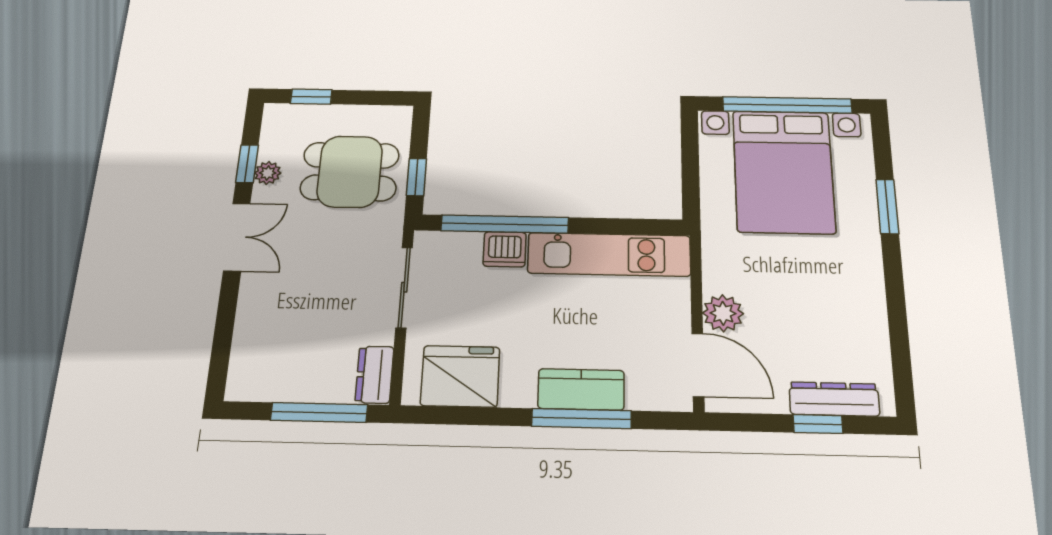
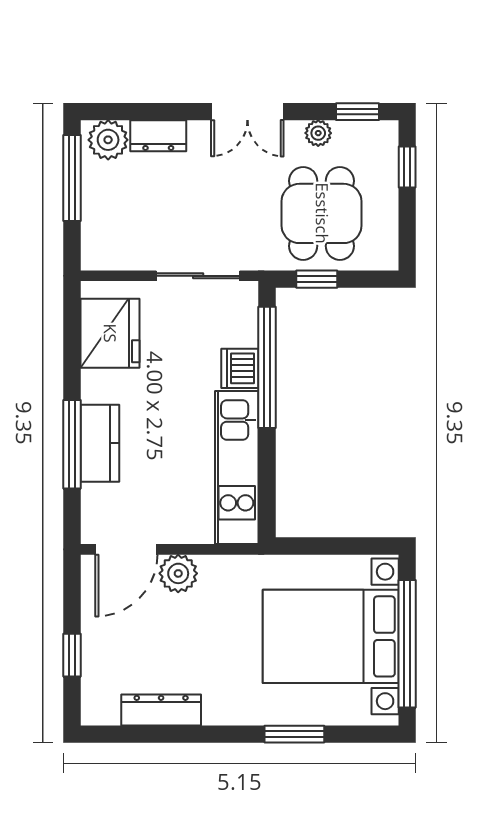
window: (247, 164) -> (358, 112), moved
plant: (249, 373) -> (108, 140), added
dresser: (374, 375) -> (158, 136), moved, turned 180
dresser: (834, 399) -> (161, 710), moved, turned -90
window: (319, 412) -> (72, 178), moved

